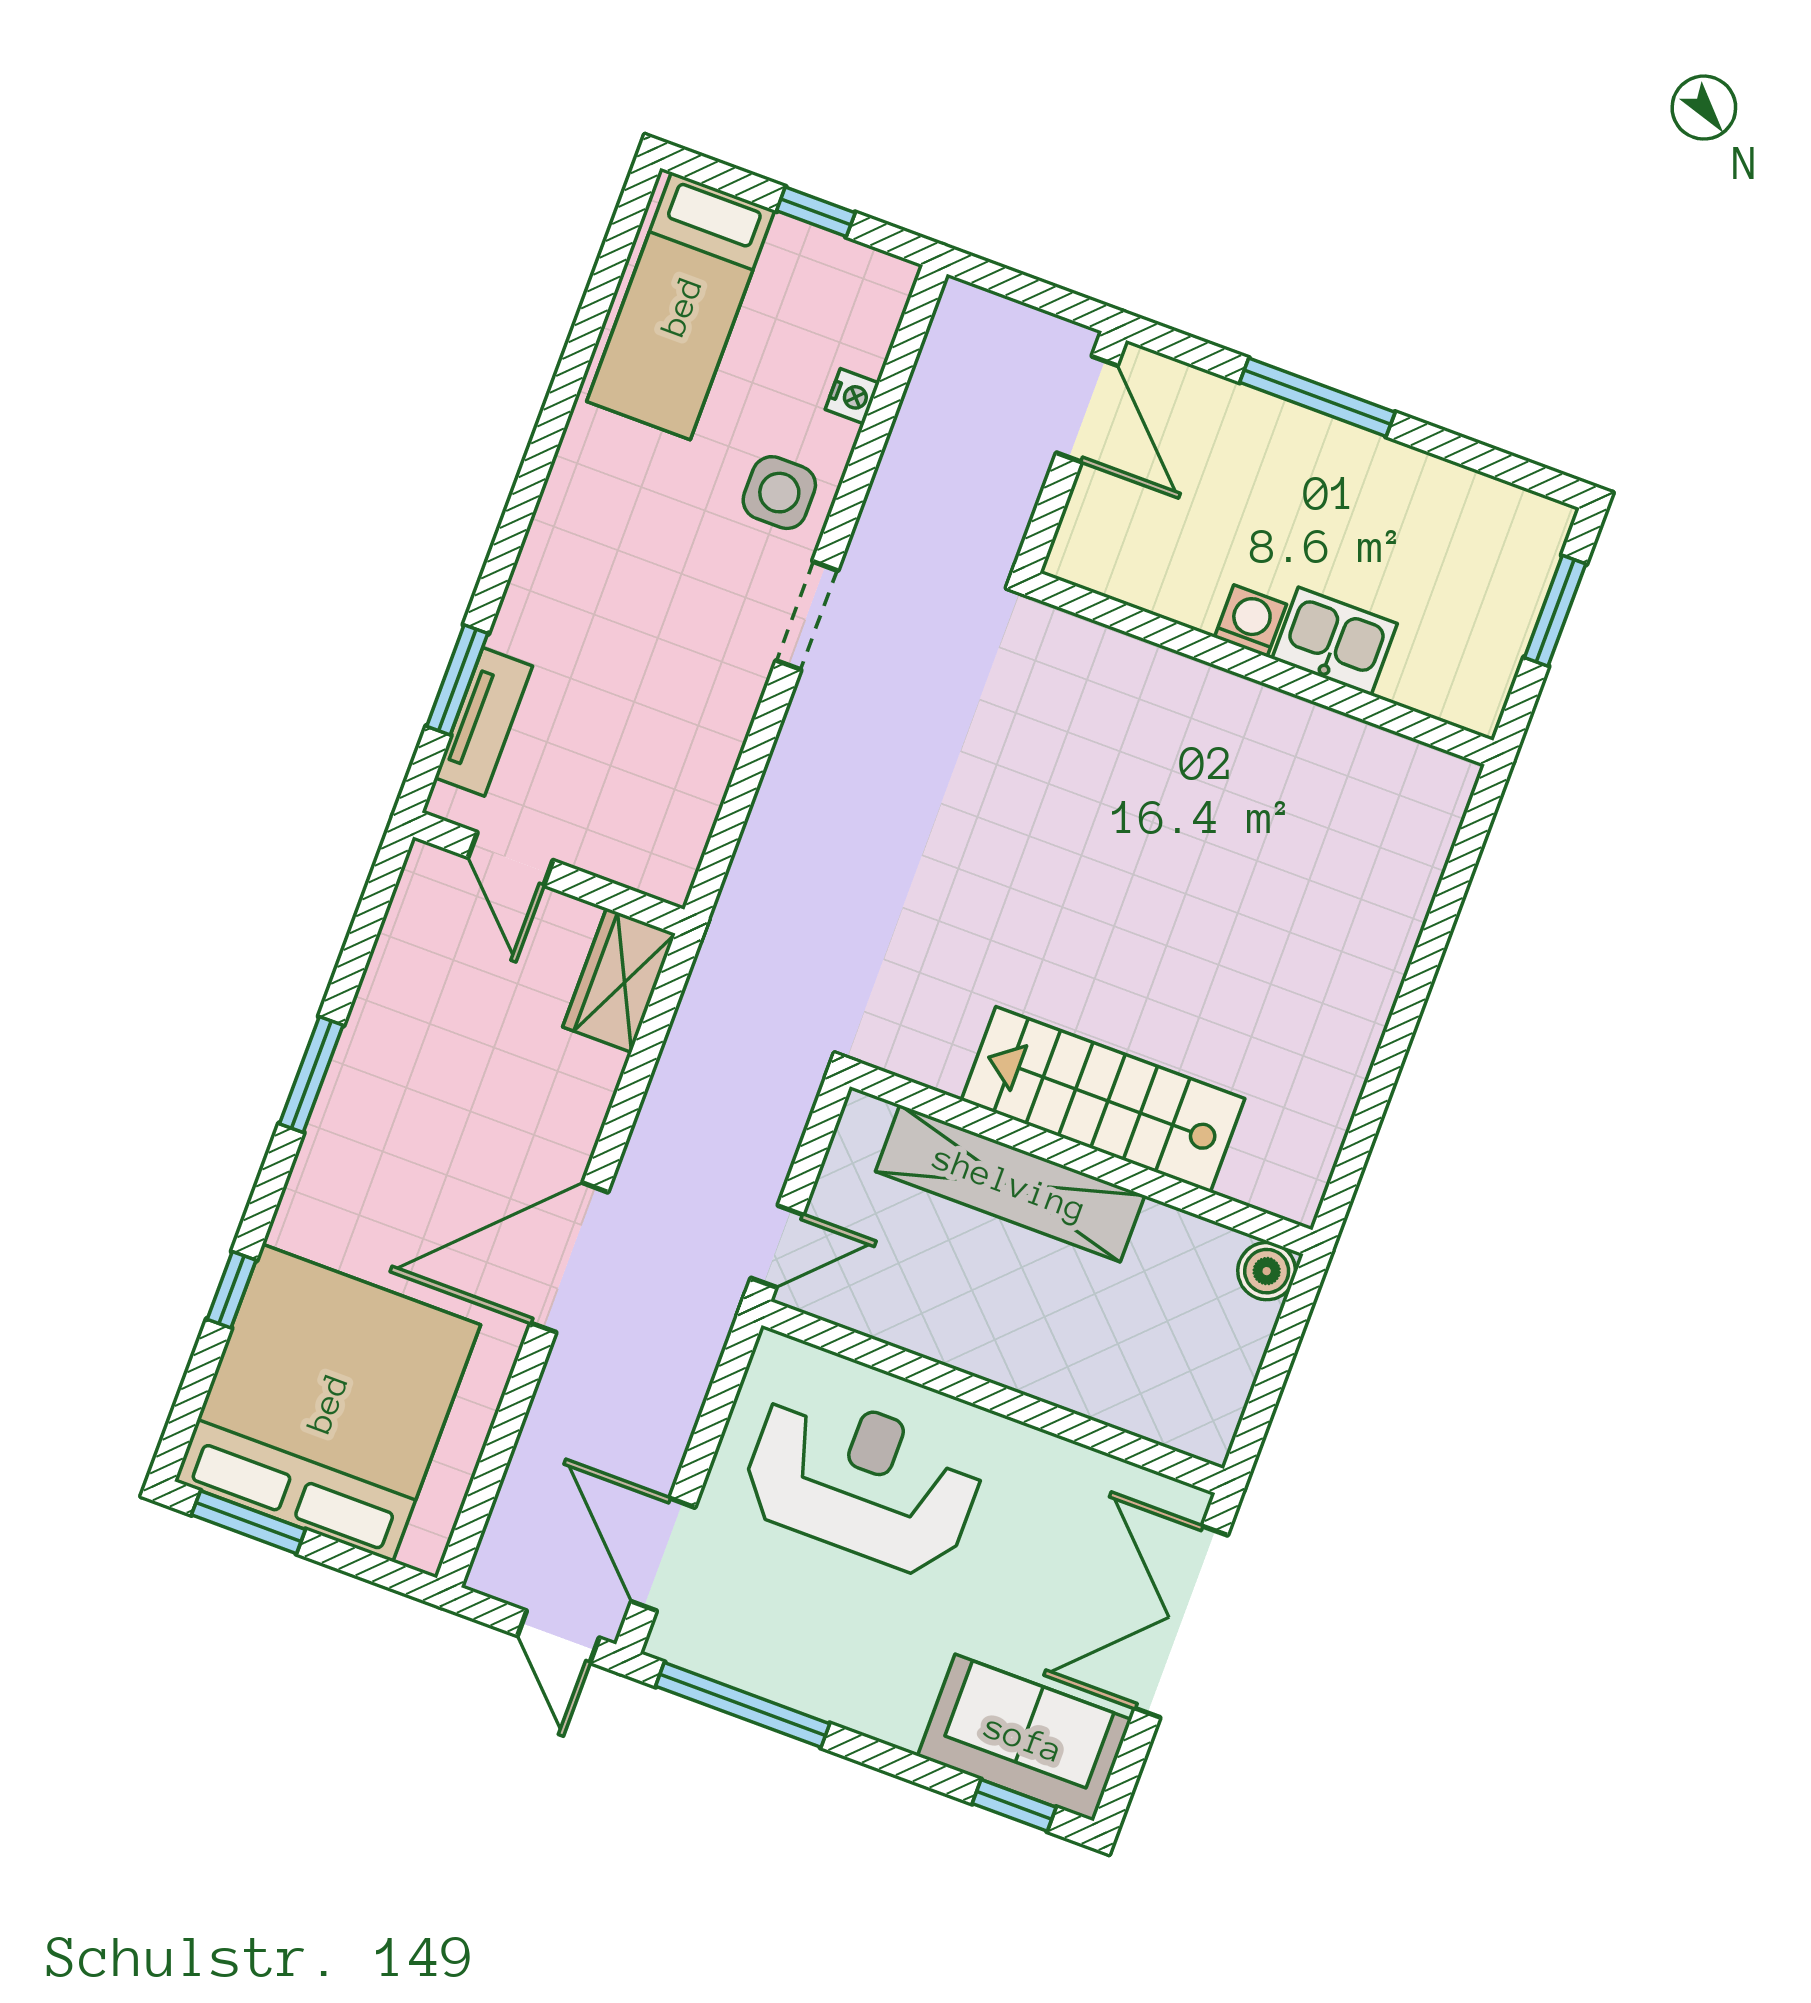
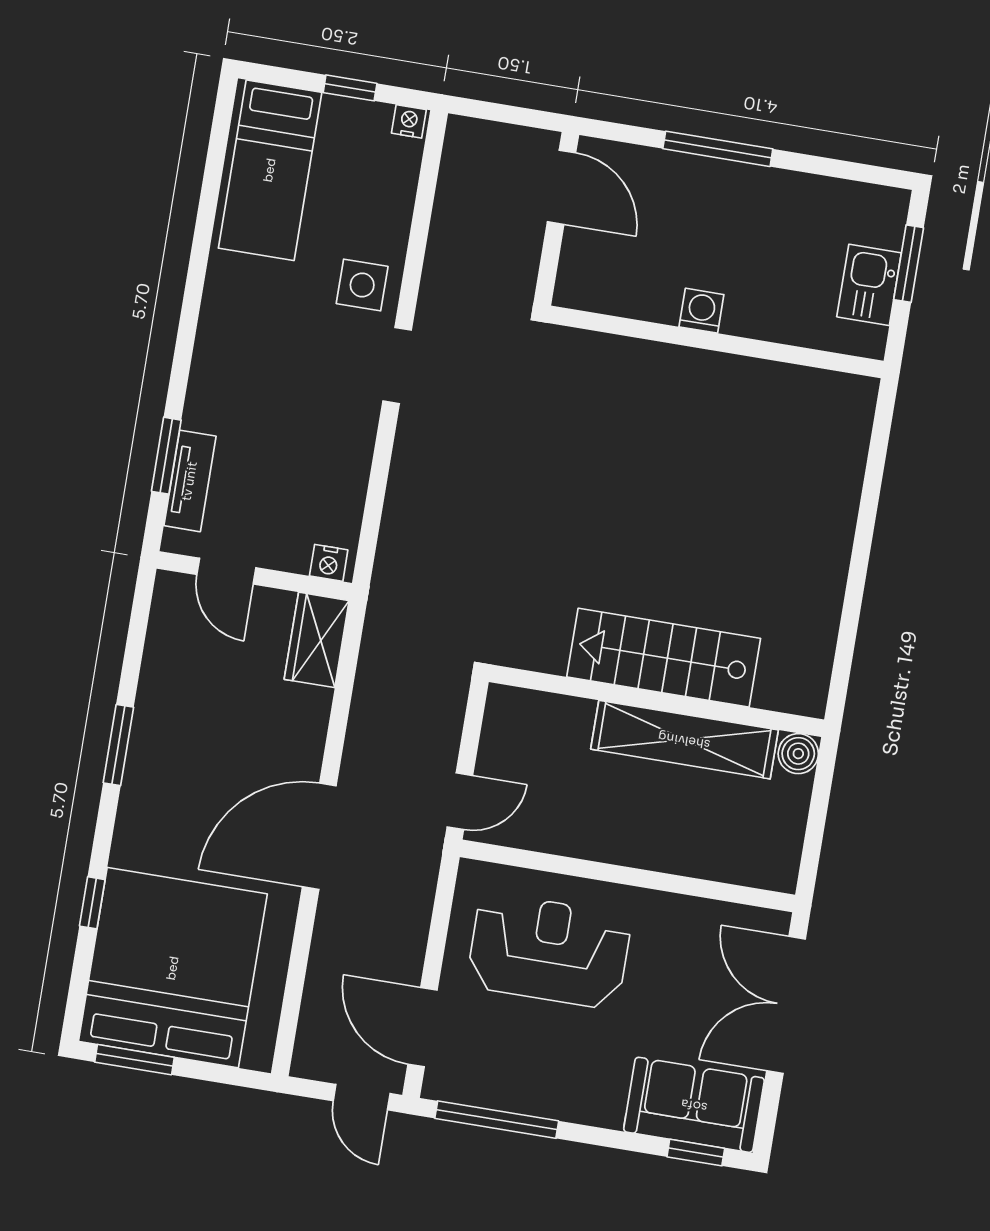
nightstand: (852, 396) -> (409, 121), moved, turned -90
kitchen sink: (1335, 641) -> (869, 285), moved, turned -90
nightstand: (657, 875) -> (329, 563), added
shelving: (1010, 1183) -> (684, 740), moved

